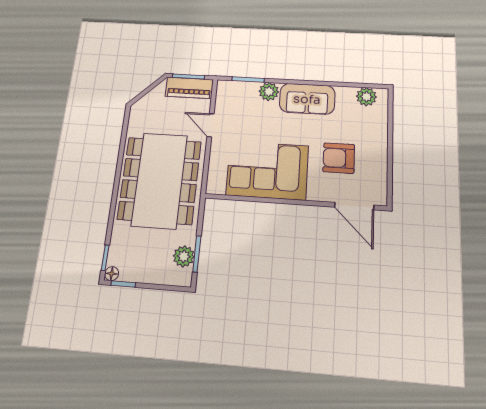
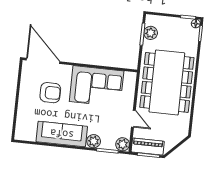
plant: (366, 97) -> (123, 144), moved
sofa: (307, 99) -> (62, 134), width x1.36
door: (354, 206) -> (43, 61), width x1.36

